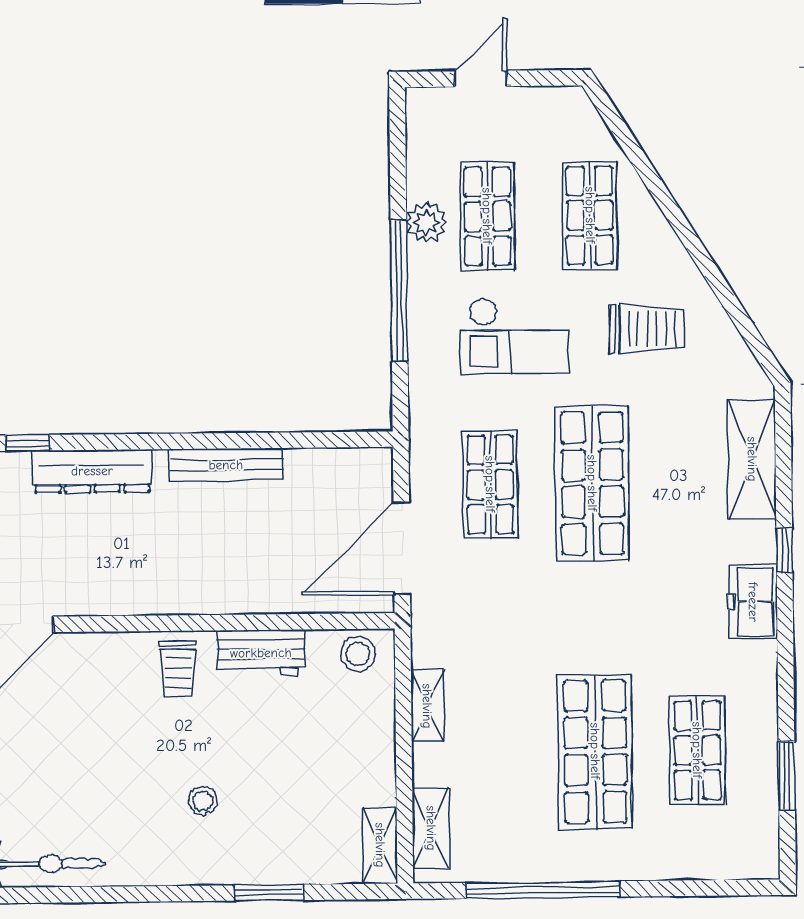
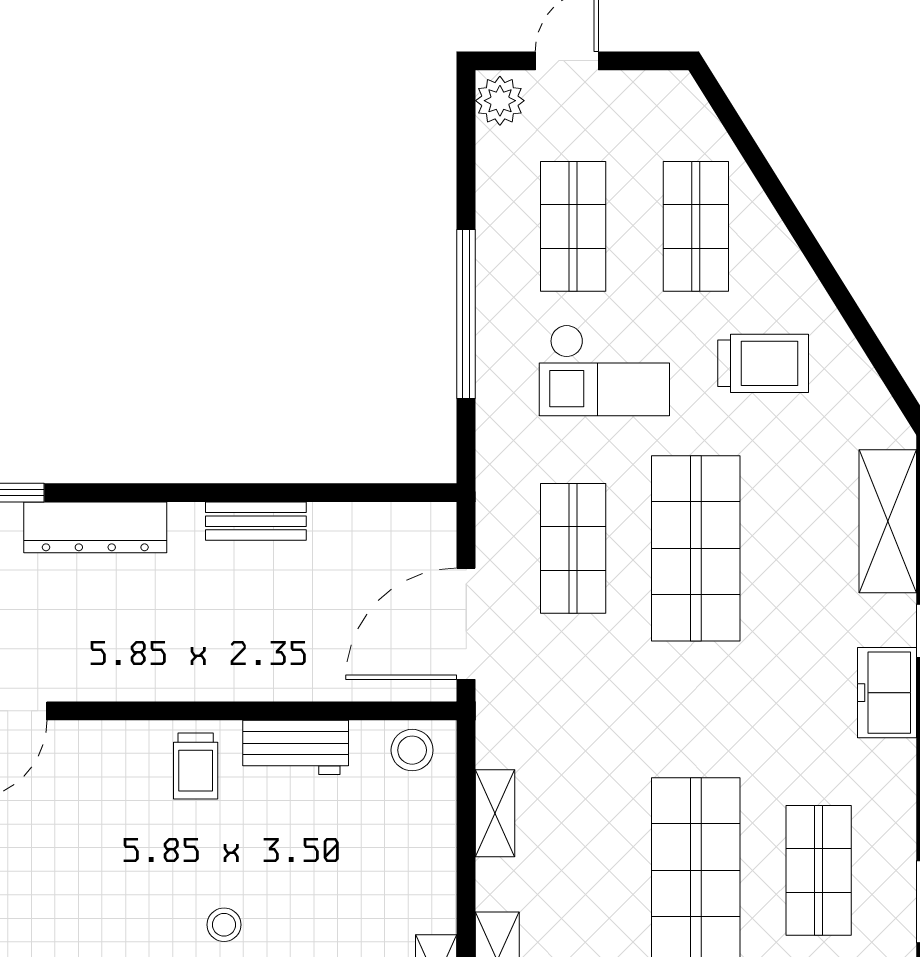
plant: (427, 222) -> (500, 101), moved
bench: (226, 465) -> (256, 521), width x0.73

